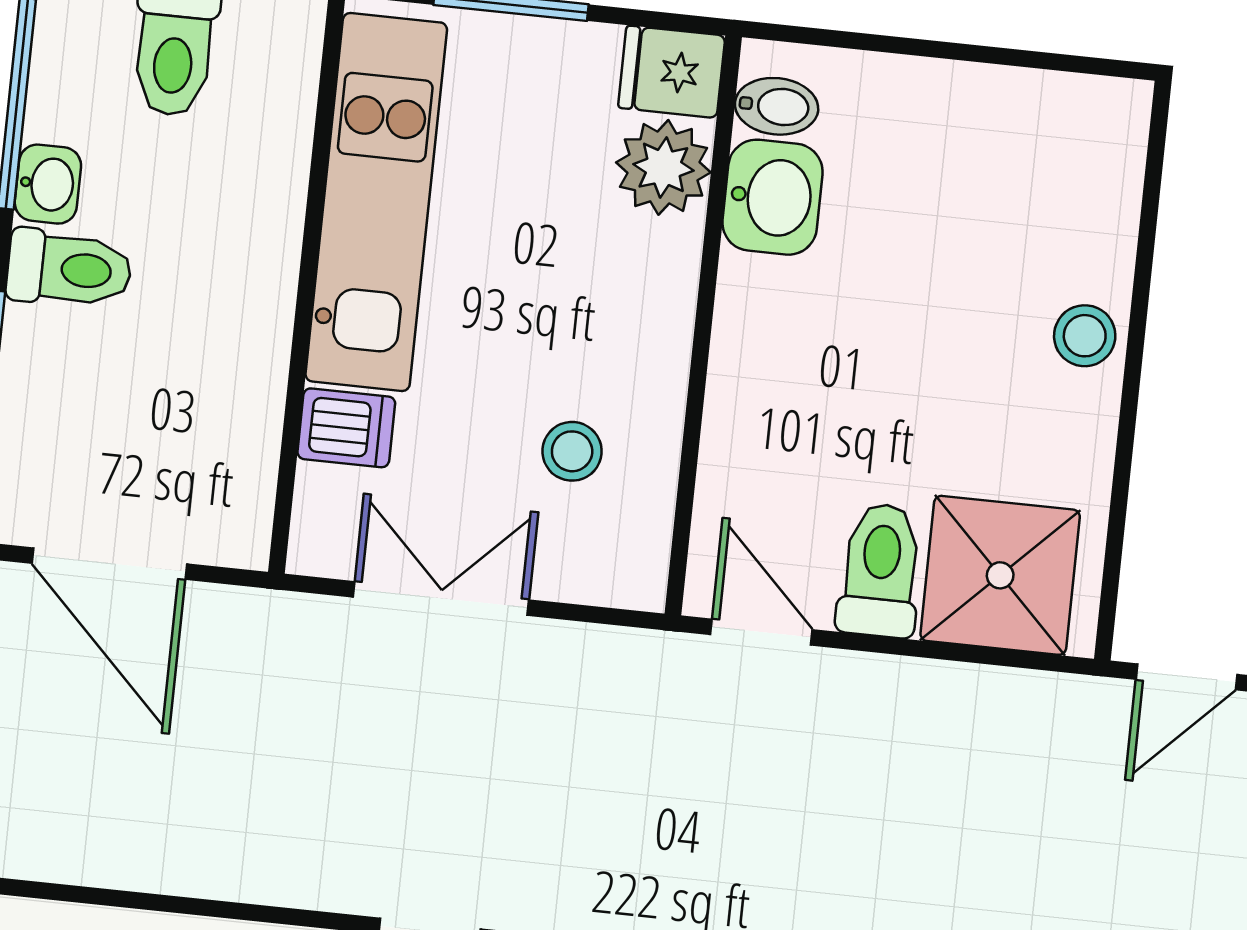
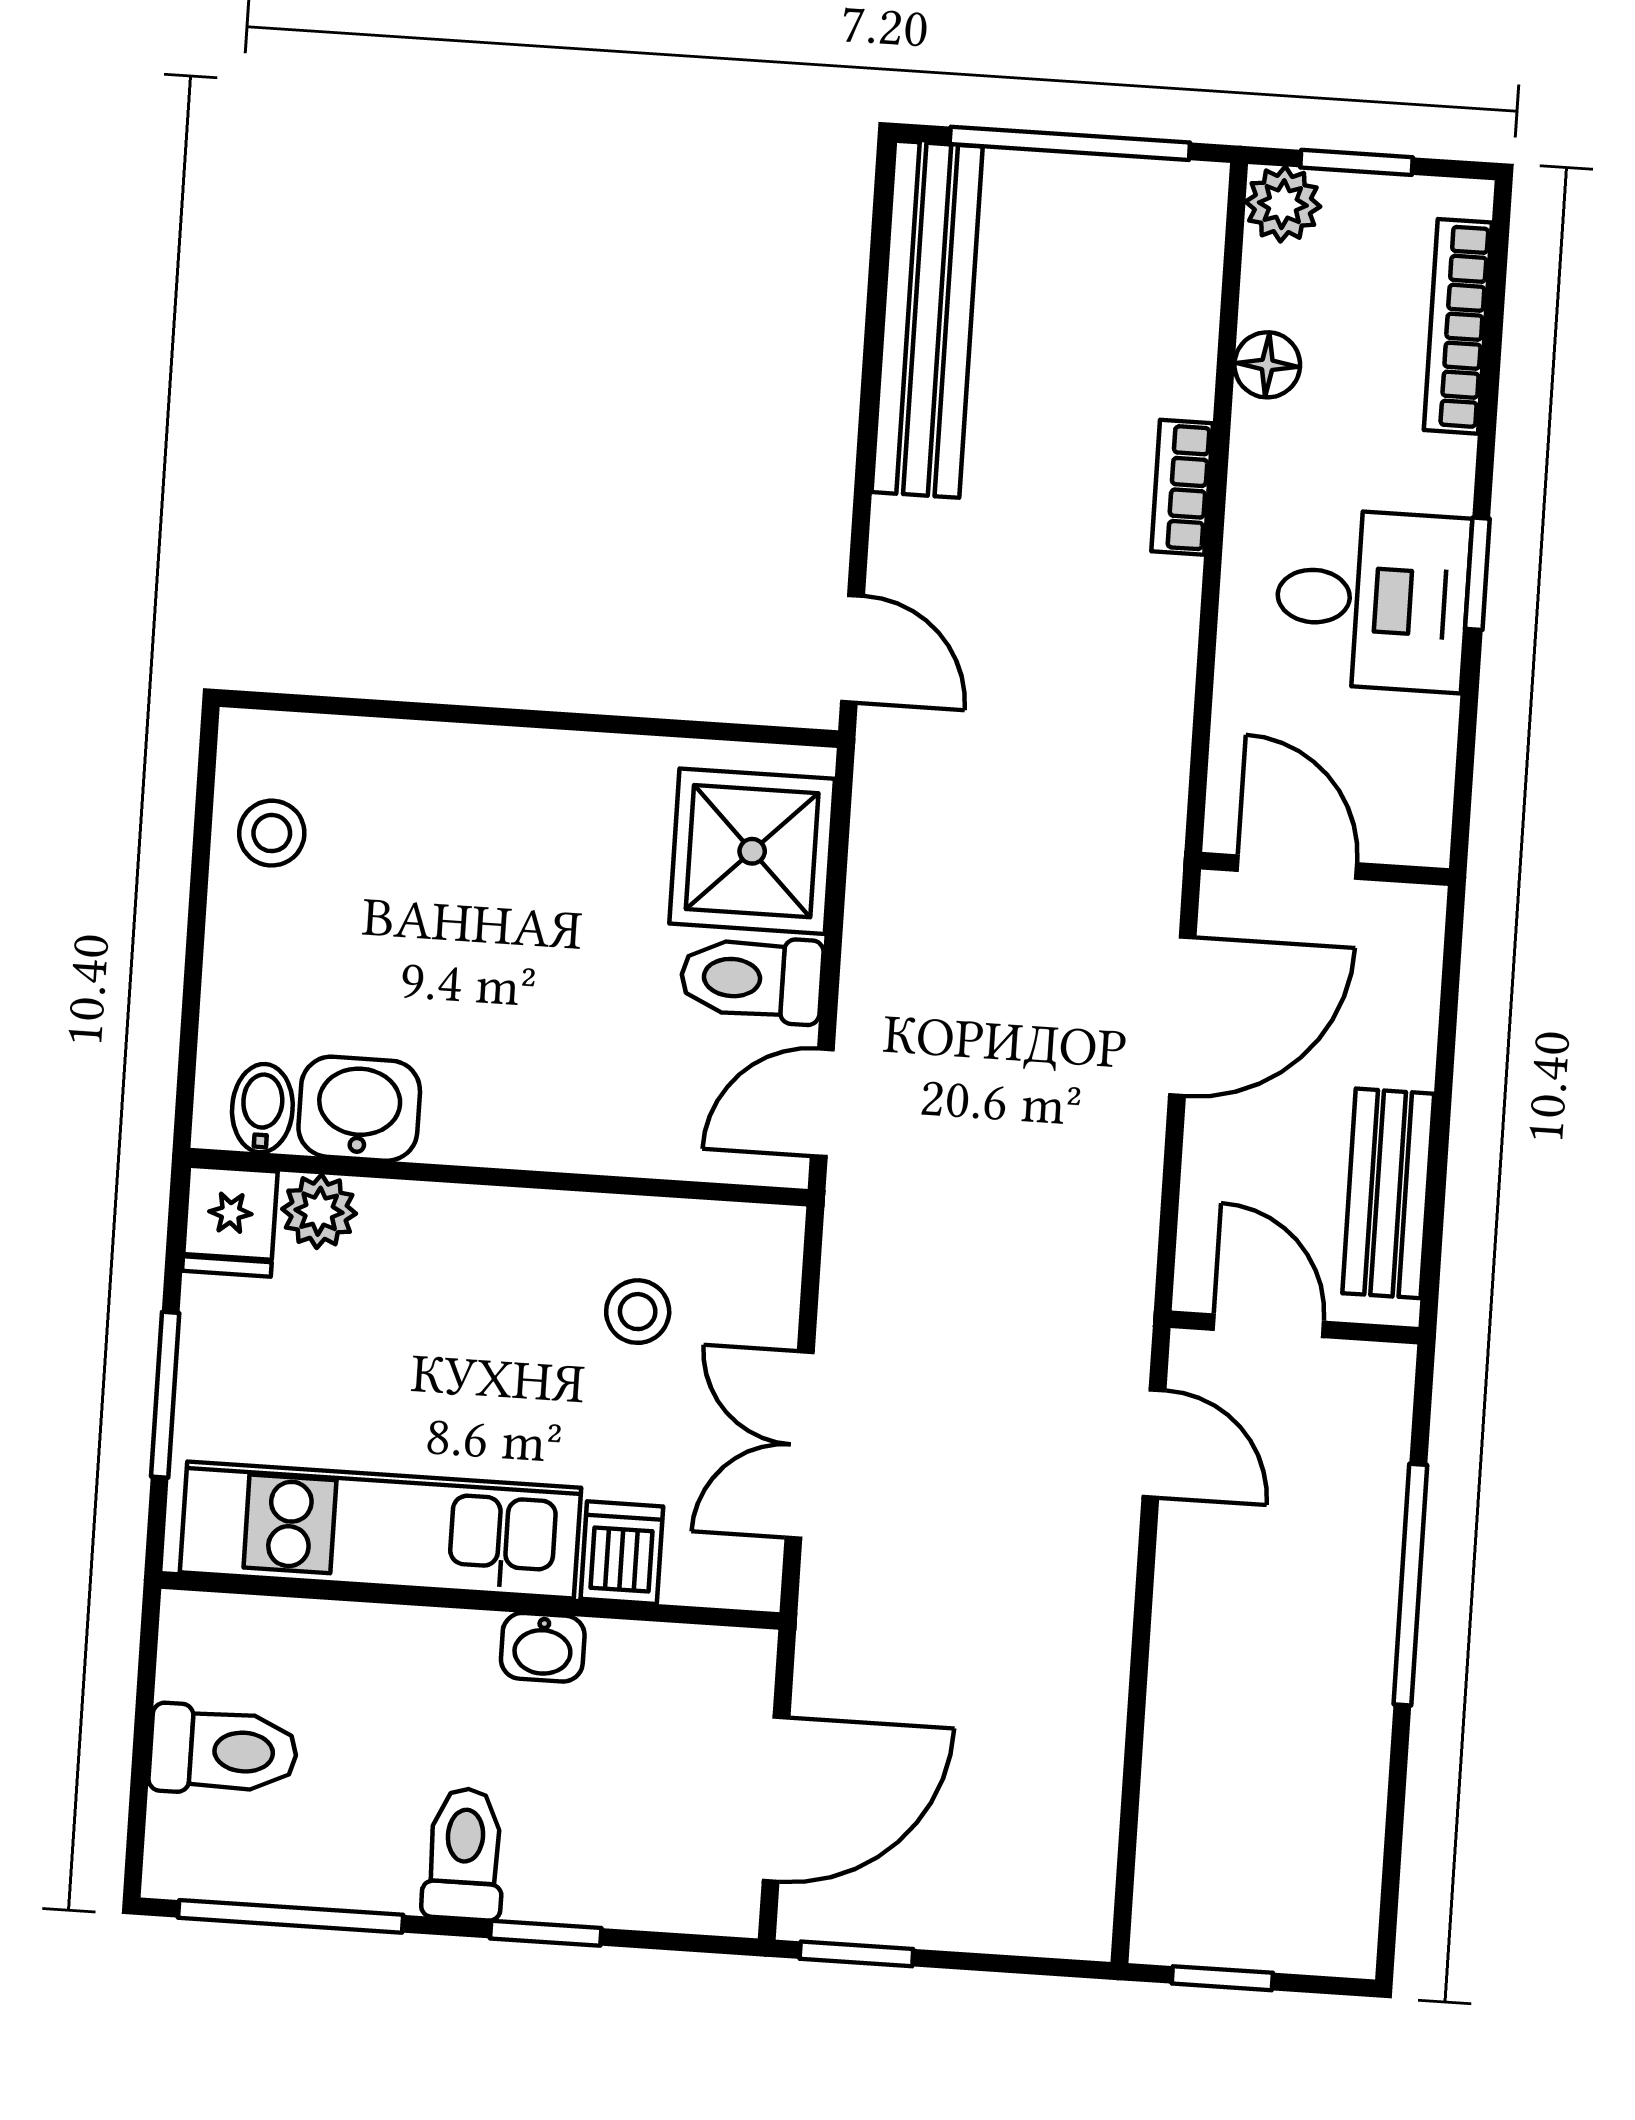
plant: (663, 167) -> (319, 1211), width x0.73, depth x0.73
washbasin: (48, 184) -> (543, 1647), moved, turned 180
stool: (1085, 336) -> (272, 833), moved

